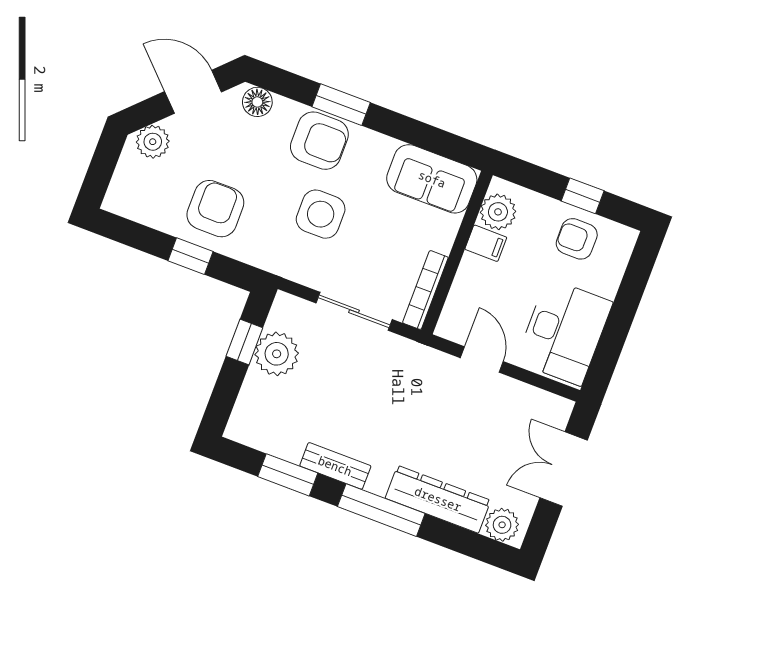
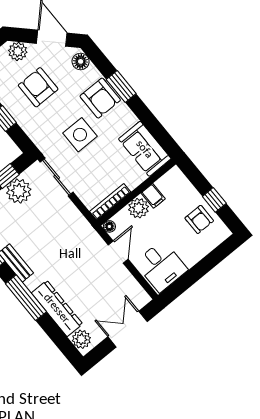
armchair: (215, 209) -> (38, 87), moved, turned -90
plant: (498, 212) -> (138, 208), moved
armchair: (577, 239) -> (199, 219), turned 180
sliding door: (354, 311) -> (57, 177), moved
floor lamp: (446, 328) -> (109, 226), added
desk: (564, 332) -> (161, 266), width x0.73

